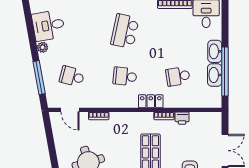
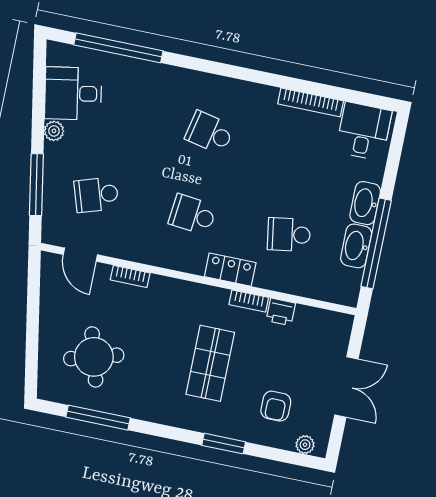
school desk: (125, 31) -> (210, 133), width x0.54
school desk: (72, 76) -> (96, 195), turned -33

